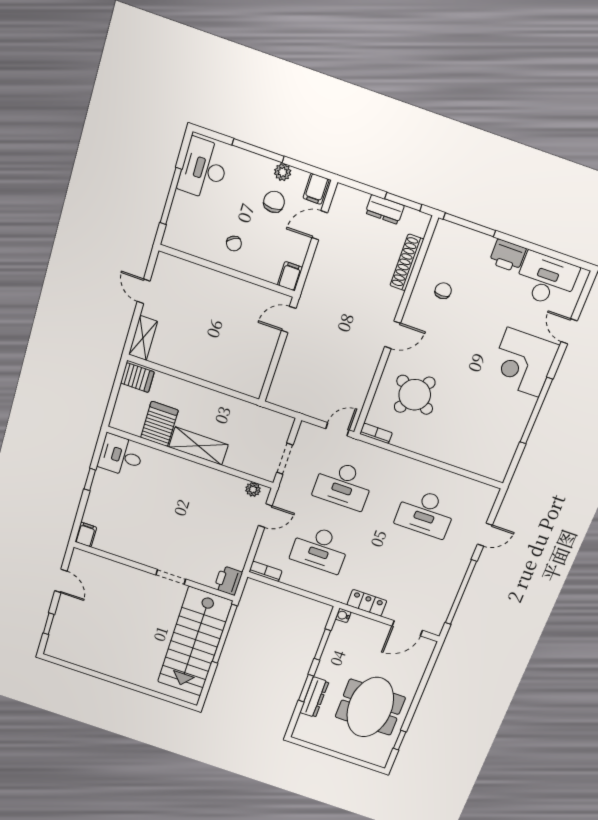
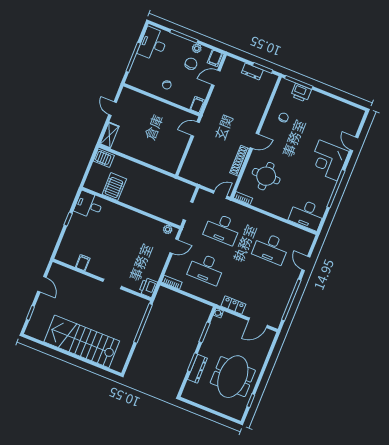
printer: (508, 256) -> (301, 93), moved
shoe rack: (407, 262) -> (240, 161), moved
desk: (546, 280) -> (307, 214), moved, turned 180
round table: (415, 395) -> (266, 176), turned -30
shelving: (198, 446) -> (137, 201), removed
filing cabinet: (86, 535) -> (83, 263), moved
door: (485, 535) -> (306, 263), swing flipped
stairs: (195, 642) -> (82, 341), moved, turned 90

